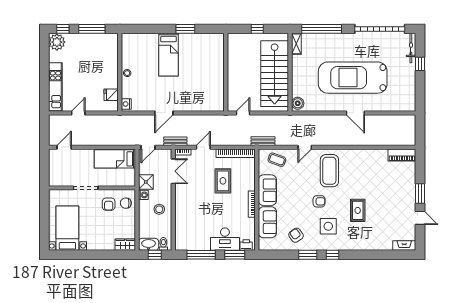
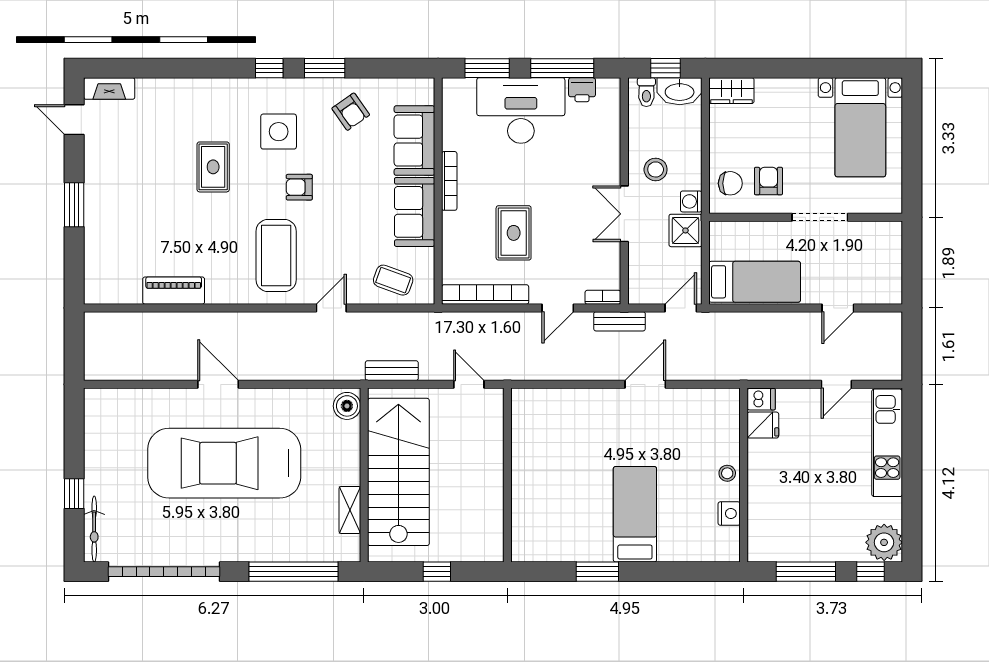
shelving: (296, 44) -> (350, 510), moved
car: (353, 78) -> (224, 463), turned 180
nightstand: (126, 104) -> (729, 514), moved
dishwasher: (112, 106) -> (761, 399), added
door: (243, 113) -> (469, 384), swing flipped
bench: (263, 141) -> (392, 371), moved
door: (64, 147) -> (838, 308), moved
piano: (402, 155) -> (174, 291), moved
double door: (173, 171) -> (624, 214), moved
door: (420, 218) -> (74, 120), moved
desk: (225, 239) -> (521, 111), width x1.36, depth x1.30
printer: (246, 245) -> (582, 90), moved

